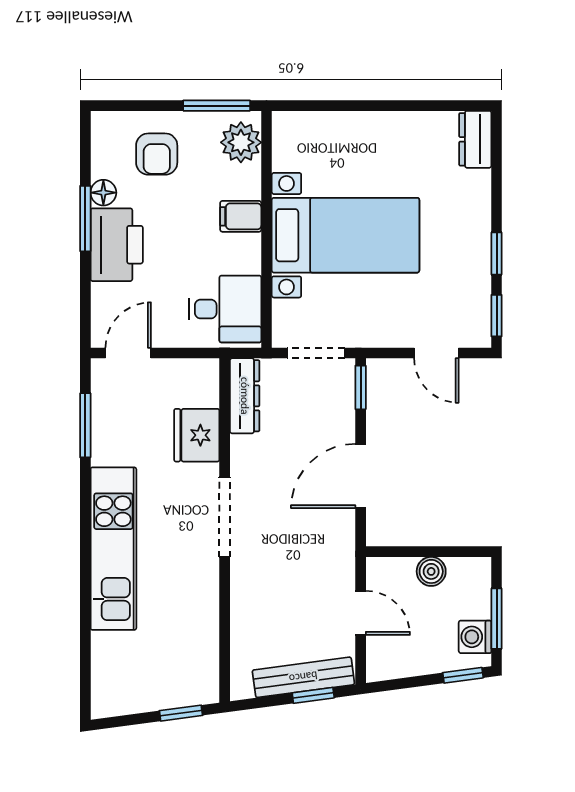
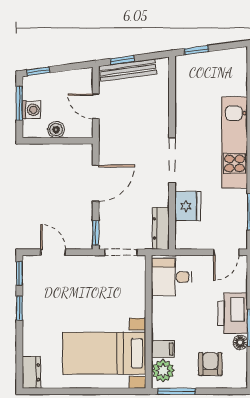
filing cabinet: (241, 216) -> (163, 349), moved
bed with nightstands: (345, 235) -> (104, 353), moved
washing machine: (475, 637) -> (31, 110), moved

